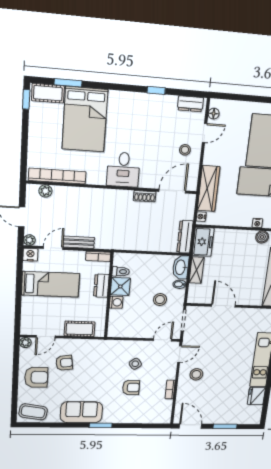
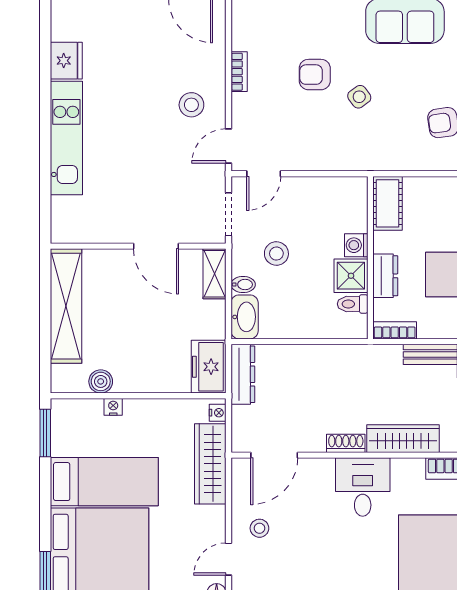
wardrobe: (98, 196) -> (403, 439), added
shoe rack: (145, 196) -> (346, 443), moved
shelving: (197, 270) -> (215, 274), moved
cot: (80, 329) -> (388, 203), moved, turned 90
side table: (135, 364) -> (359, 97), moved

